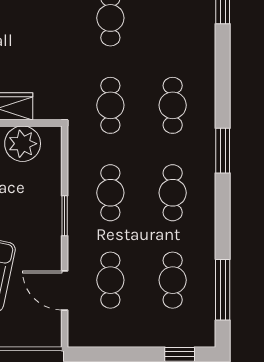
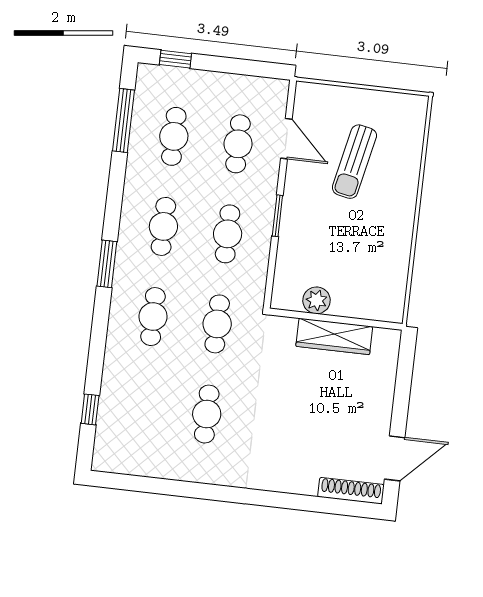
plant: (23, 144) -> (317, 300), width x0.73, depth x0.73

